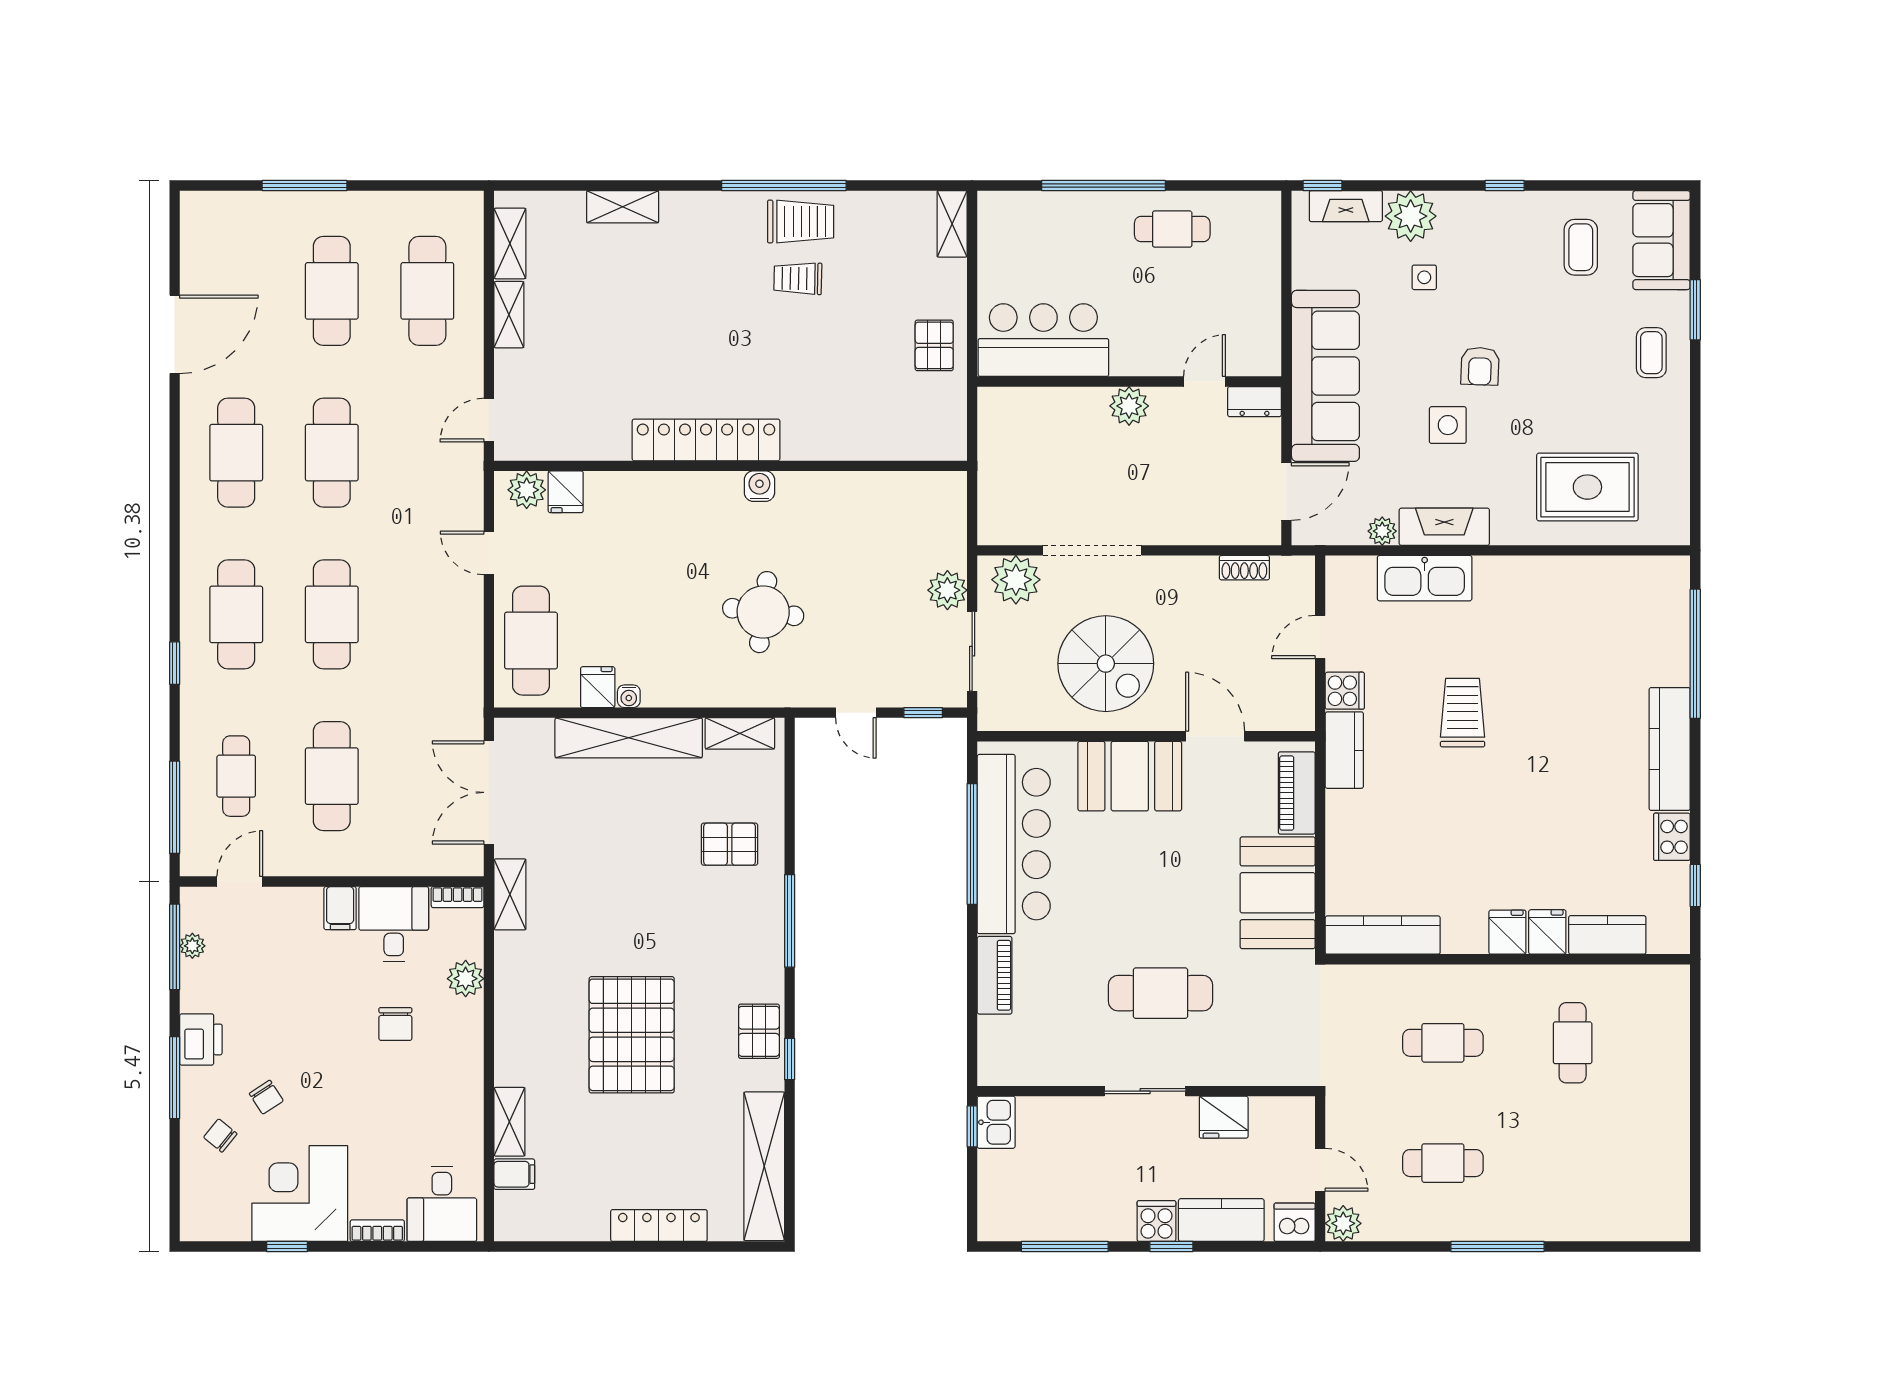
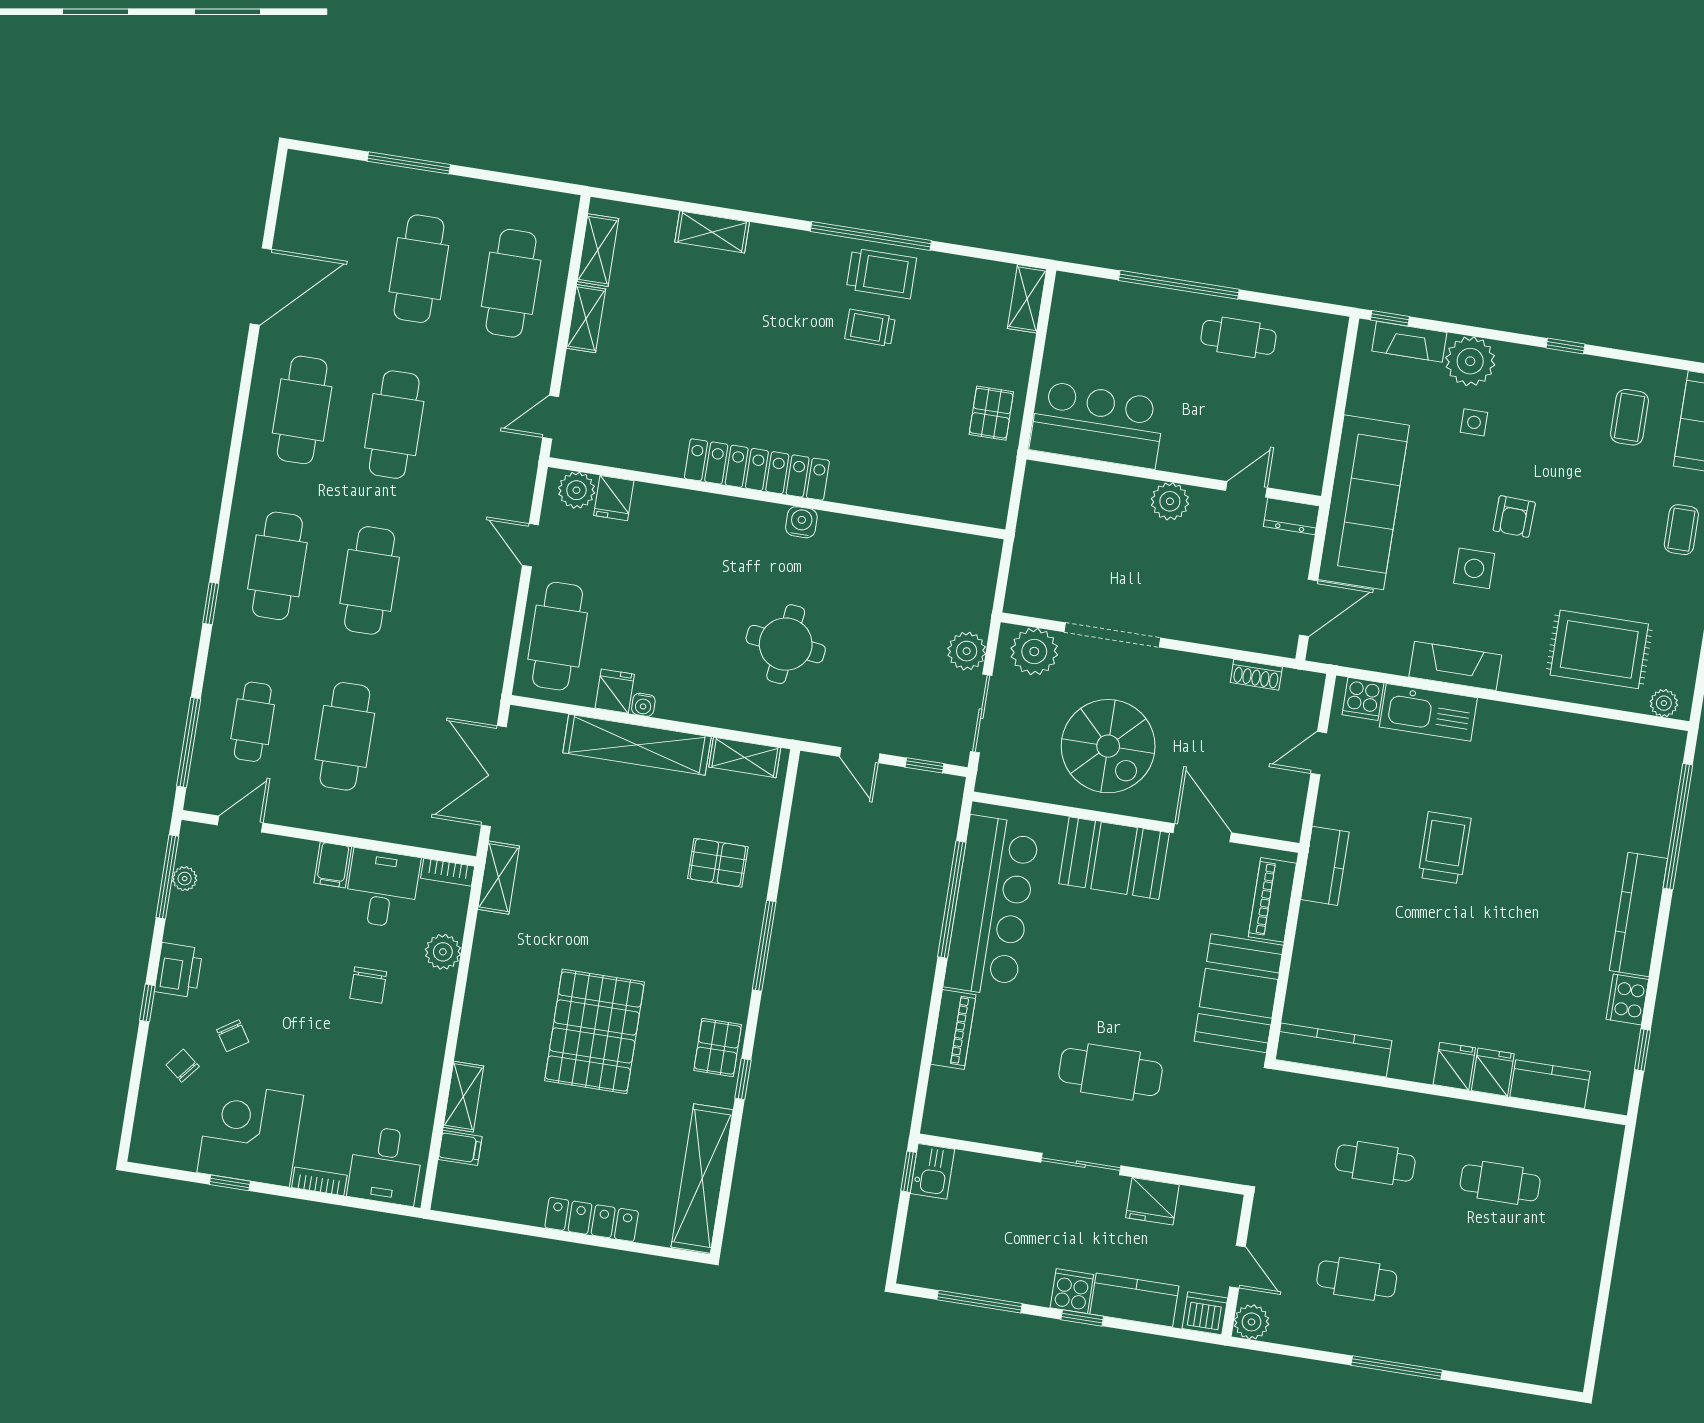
plant: (1382, 531) -> (1664, 703), moved
cooker: (1345, 691) -> (1363, 699), moved, turned 90
cafe table: (1573, 1043) -> (1500, 1183), turned 90
window: (175, 1078) -> (147, 1003), width x0.46

